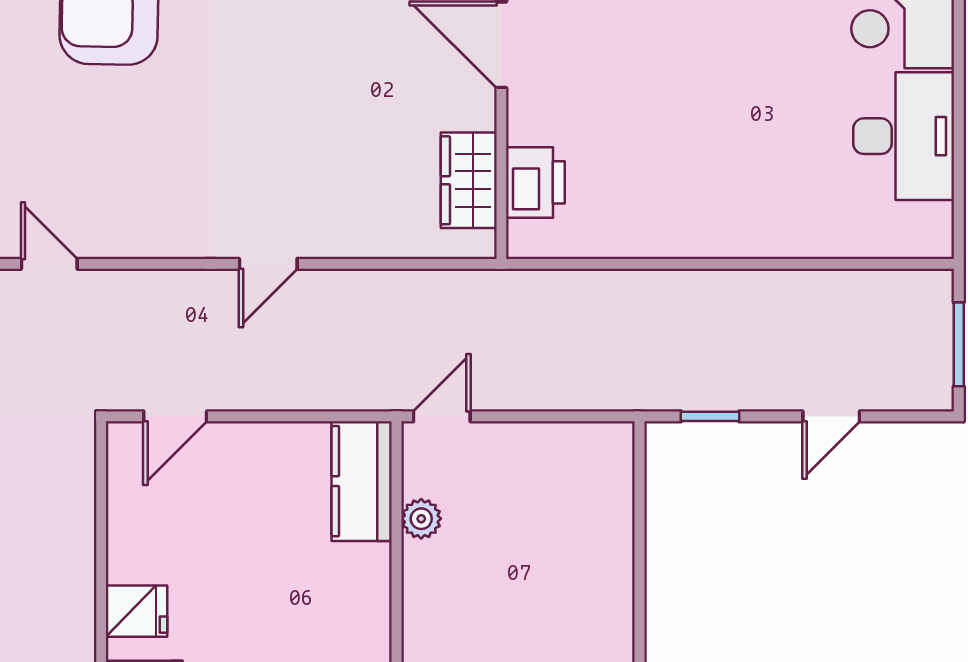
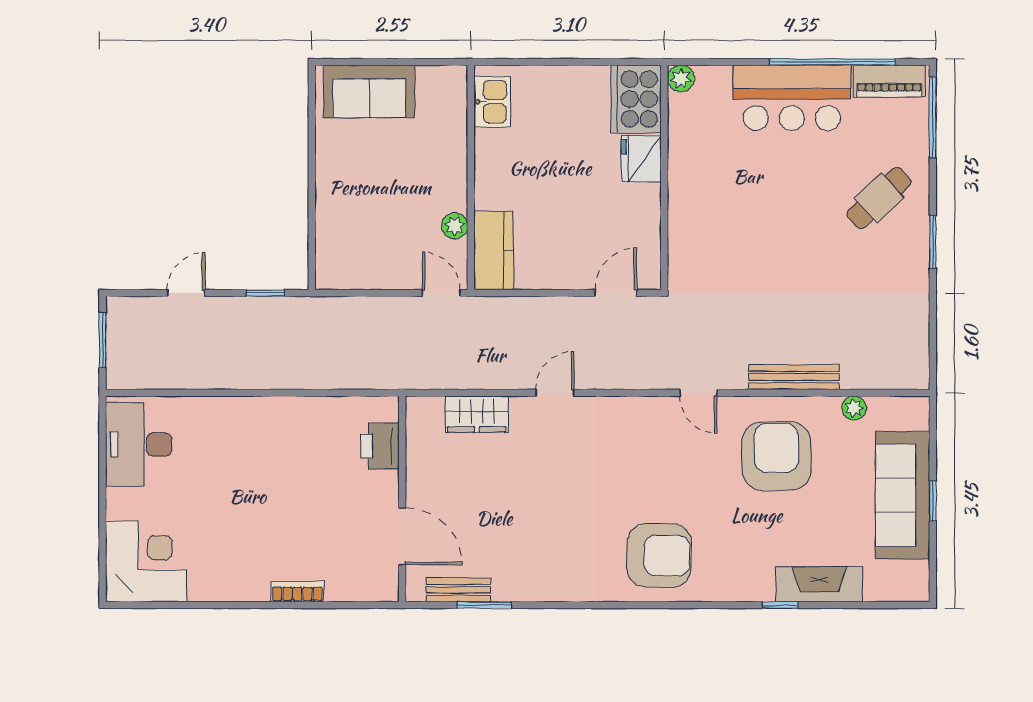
desk: (904, 136) -> (139, 444), moved
wardrobe: (469, 180) -> (477, 414), moved, turned 90
door: (442, 416) -> (441, 293), swing flipped
fridge: (137, 611) -> (641, 159), width x1.38

